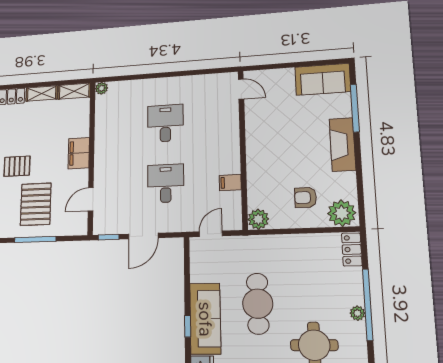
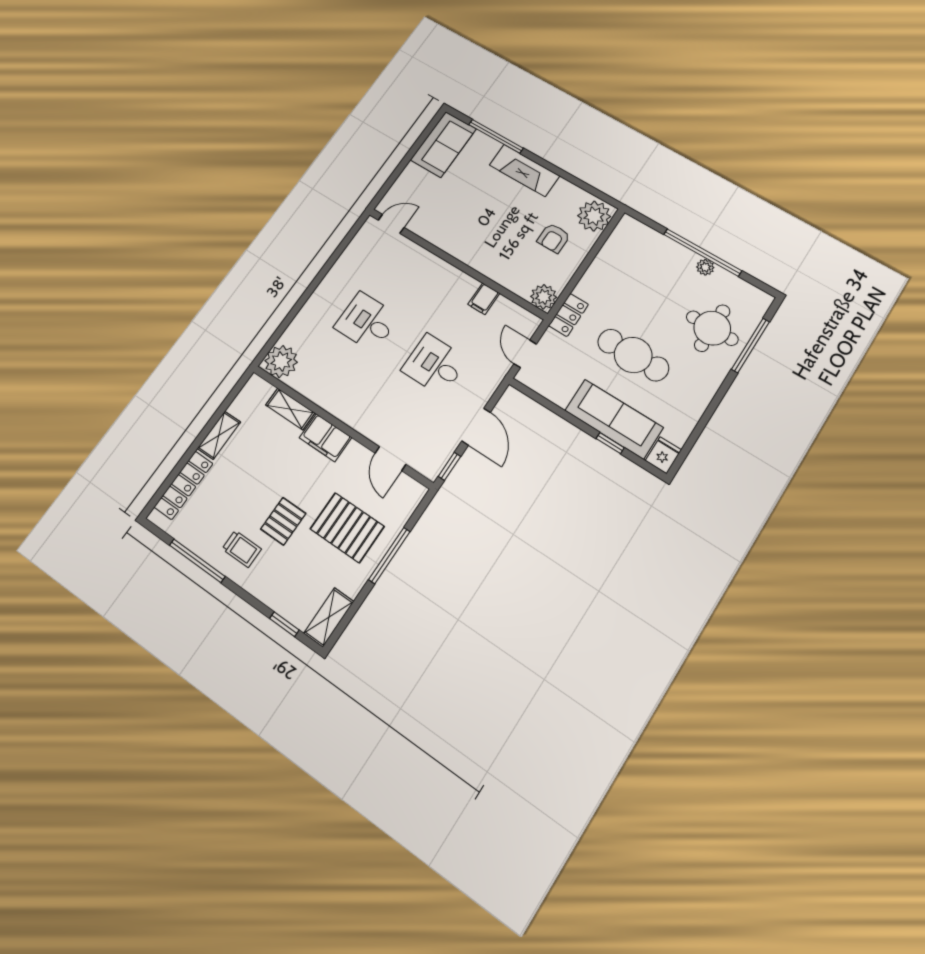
plant: (101, 88) -> (281, 361), width x1.87, depth x1.87
shelving: (74, 91) -> (290, 409), moved, turned 90
locker: (352, 249) -> (569, 315), moved, turned -90

